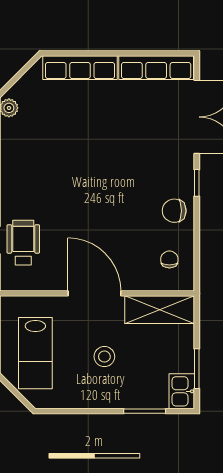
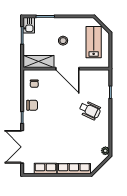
row of seats: (156, 68) -> (45, 169), width x0.68
wheelchair: (23, 243) -> (90, 110), moved, turned -65

